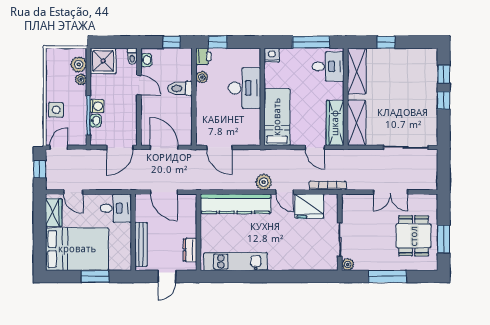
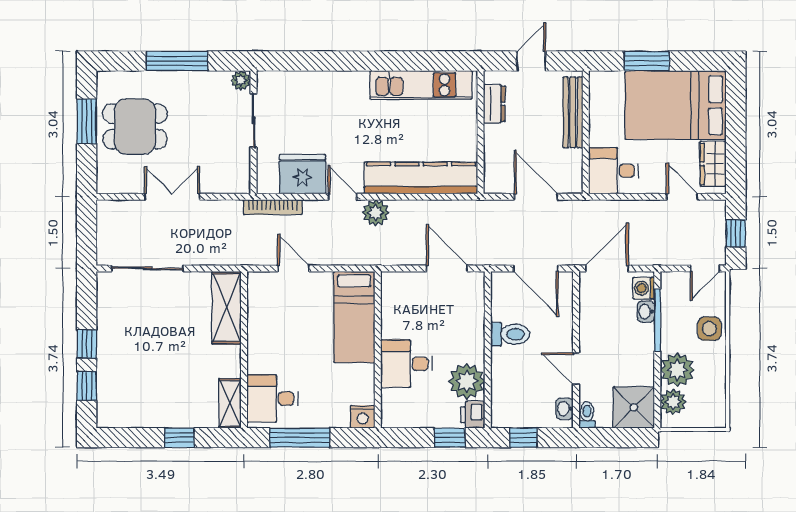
shelving: (357, 71) -> (230, 403), width x0.67, depth x0.75
plant: (202, 77) -> (467, 381), width x1.87, depth x1.87
plant: (81, 79) -> (677, 370), width x1.88, depth x1.88
toilet: (180, 88) -> (510, 334), moved
desk: (245, 88) -> (406, 364), width x0.73
washing machine: (97, 106) -> (644, 288), moved
wardrobe: (335, 123) -> (261, 308), removed
dining table: (414, 236) -> (135, 126), turned 90

